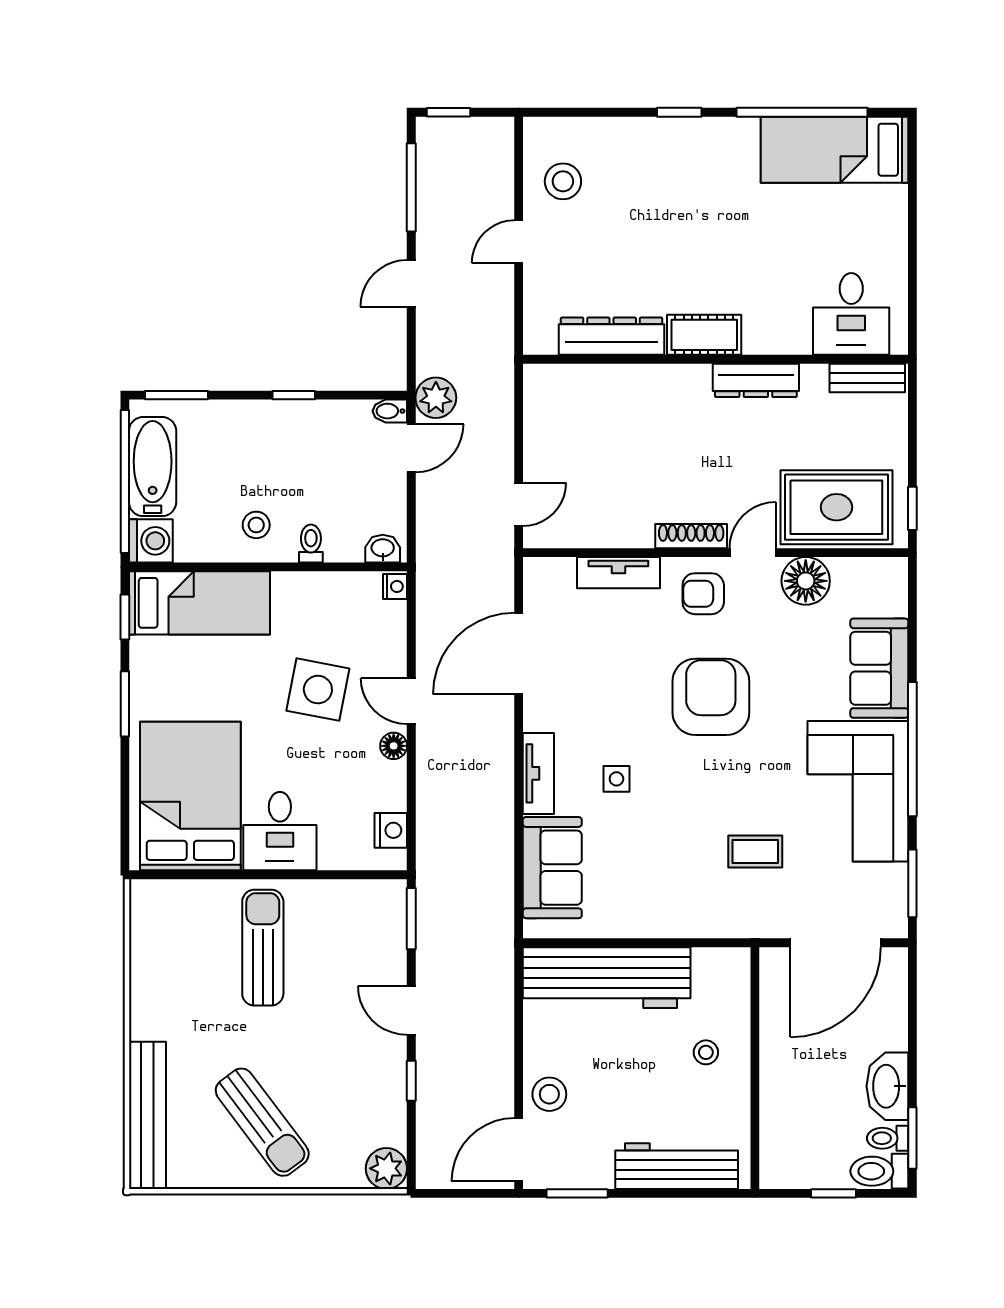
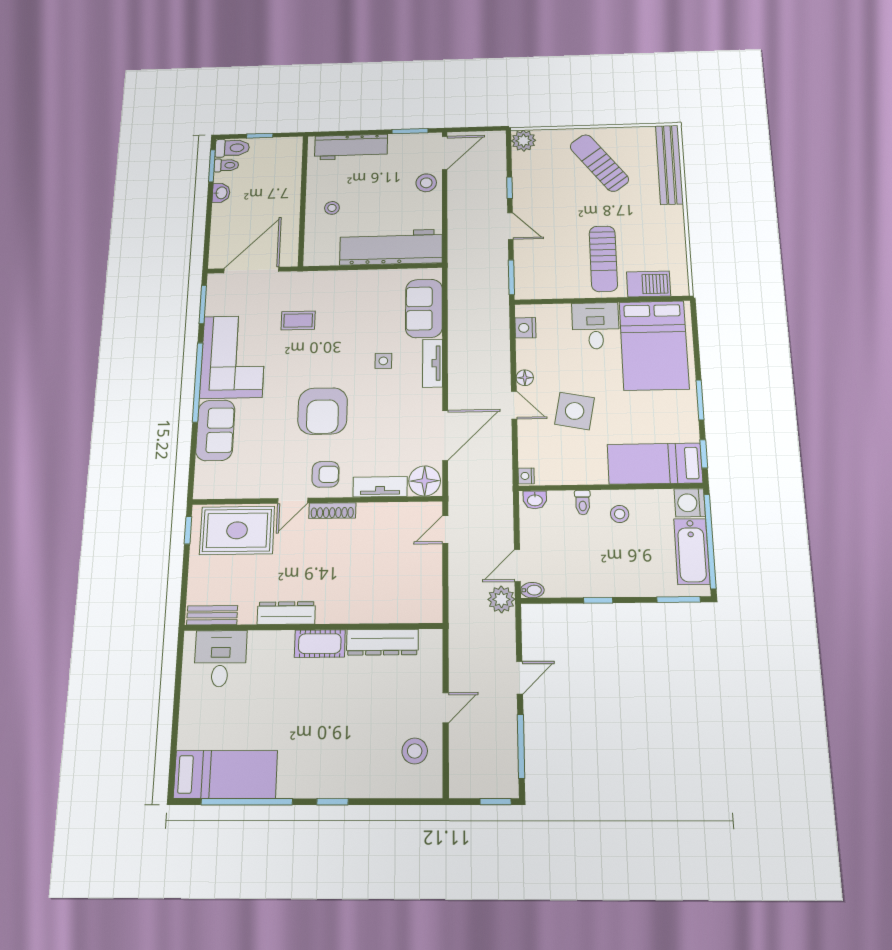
floor lamp: (806, 581) -> (425, 481), moved
barbecue: (193, 901) -> (649, 284), added
washbasin: (887, 1086) -> (221, 193), width x0.52, depth x0.69

